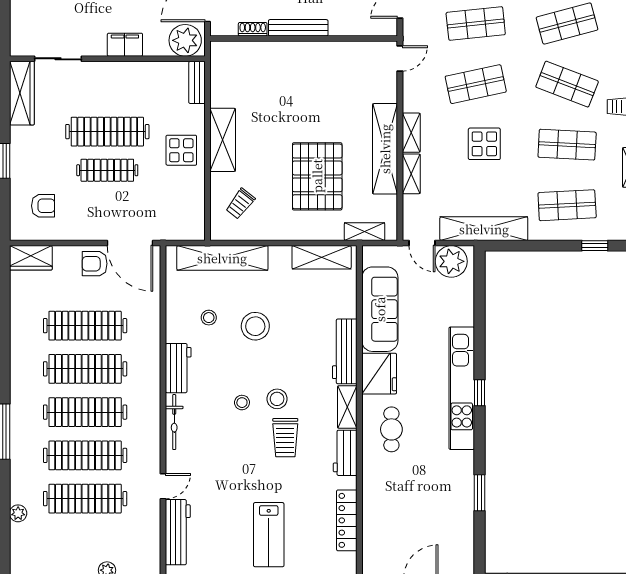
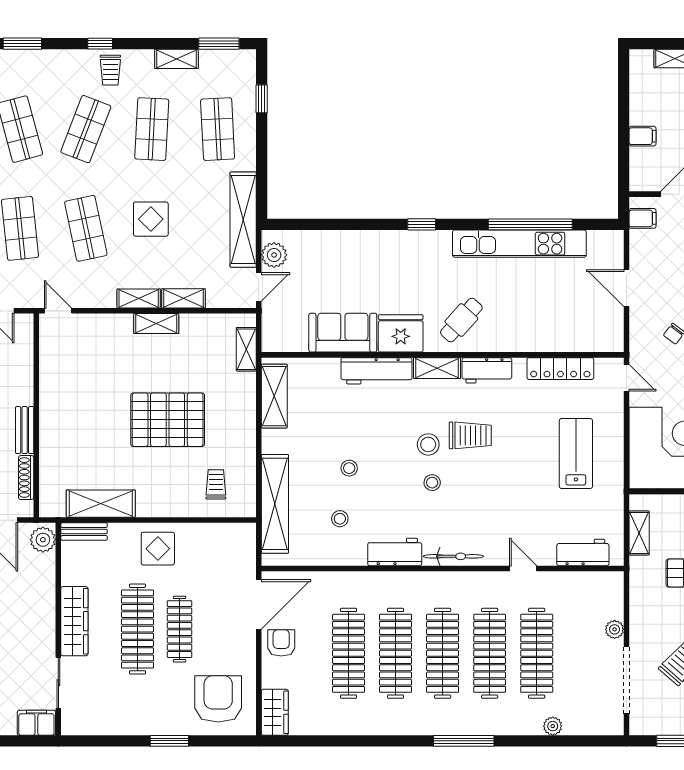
bench: (298, 28) -> (25, 430), width x0.73
shoe rack: (253, 29) -> (26, 478), width x1.43
plant: (185, 40) -> (43, 540), width x0.73, depth x0.73
filing cabinet: (125, 45) -> (36, 723), moved, turned 90
wardrobe: (22, 93) -> (74, 621), moved, turned 90
shelving: (223, 140) -> (101, 504), moved
shelving: (385, 149) -> (156, 324), width x0.45, depth x0.75
pallet: (317, 176) -> (168, 420), moved
trolley: (240, 204) -> (216, 484), turned -128
armchair: (43, 206) -> (218, 699), width x1.88, depth x1.88
plant: (451, 261) -> (274, 255), width x0.73, depth x0.73
armchair: (95, 264) -> (281, 643), turned 180
sofa: (380, 309) -> (343, 333), width x0.73
stool: (255, 326) -> (349, 468), width x0.53, depth x0.53
kitchen unit: (462, 388) -> (519, 244), moved
cafe table: (391, 429) -> (461, 320), turned -48
window: (479, 493) -> (530, 224), width x2.11
workbench: (178, 532) -> (583, 552), width x0.73
lab bench: (269, 535) -> (576, 453), turned -90

